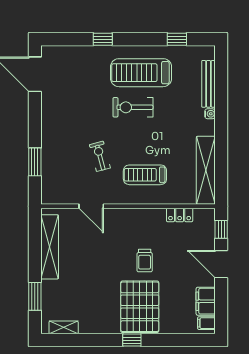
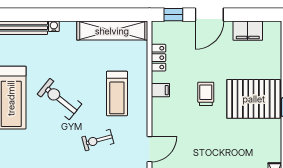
exercise bike: (133, 107) -> (60, 99), moved, turned 129
trolley: (145, 261) -> (206, 94), turned -90
filing cabinet: (206, 323) -> (160, 90), moved, turned -90

